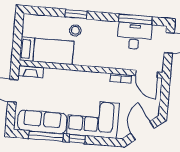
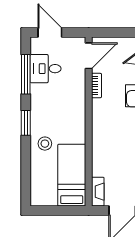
window: (76, 14) -> (26, 123), moved
desk: (134, 36) -> (46, 69), width x0.73

